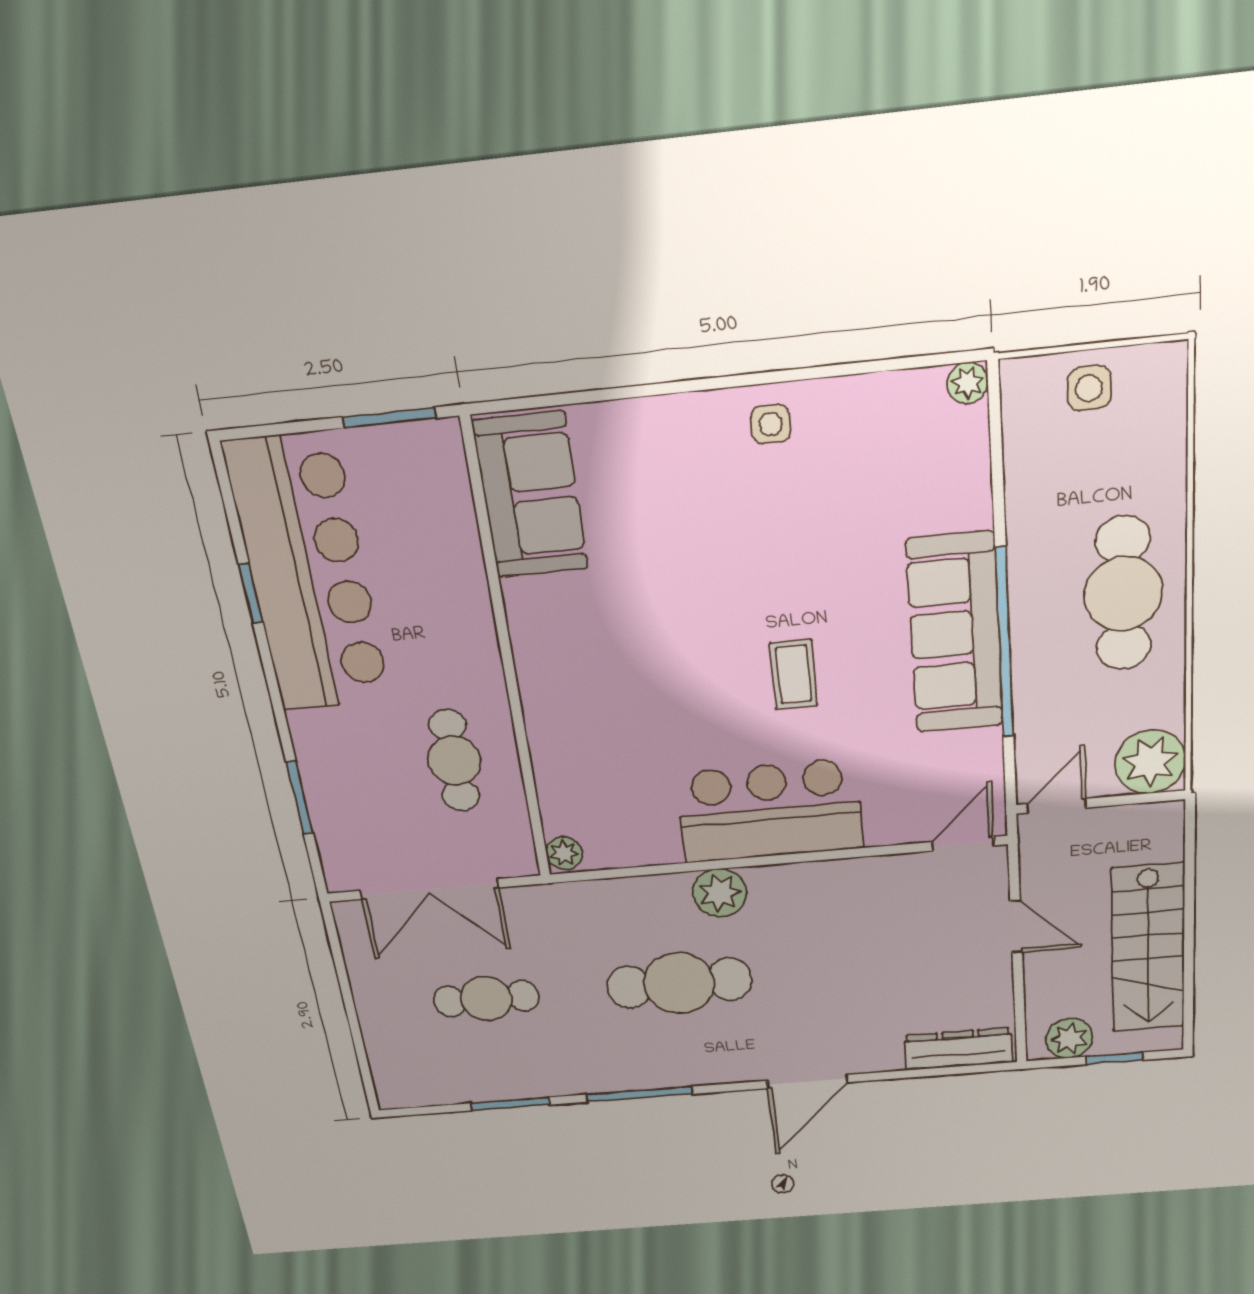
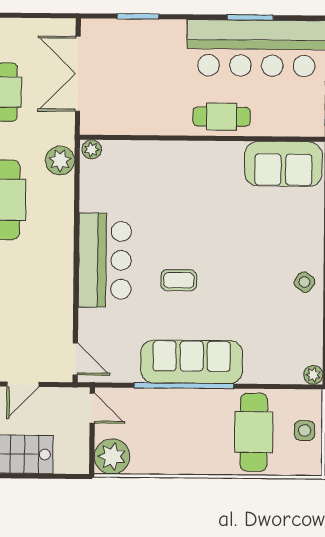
side table: (771, 424) -> (304, 282), turned 38
window: (251, 593) -> (250, 17), width x1.50
cafe table: (1123, 594) -> (254, 432), moved, turned 90
cafe table: (454, 760) -> (222, 117), moved
plant: (720, 893) -> (60, 160), moved

